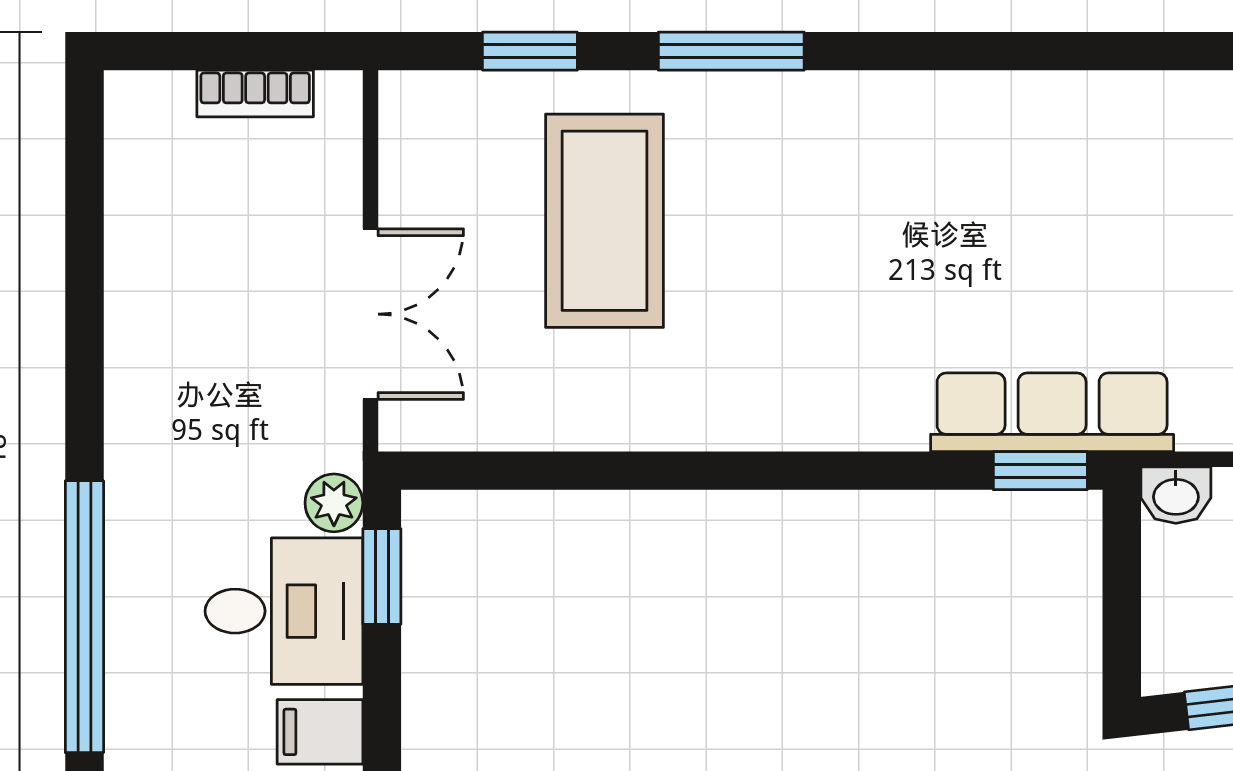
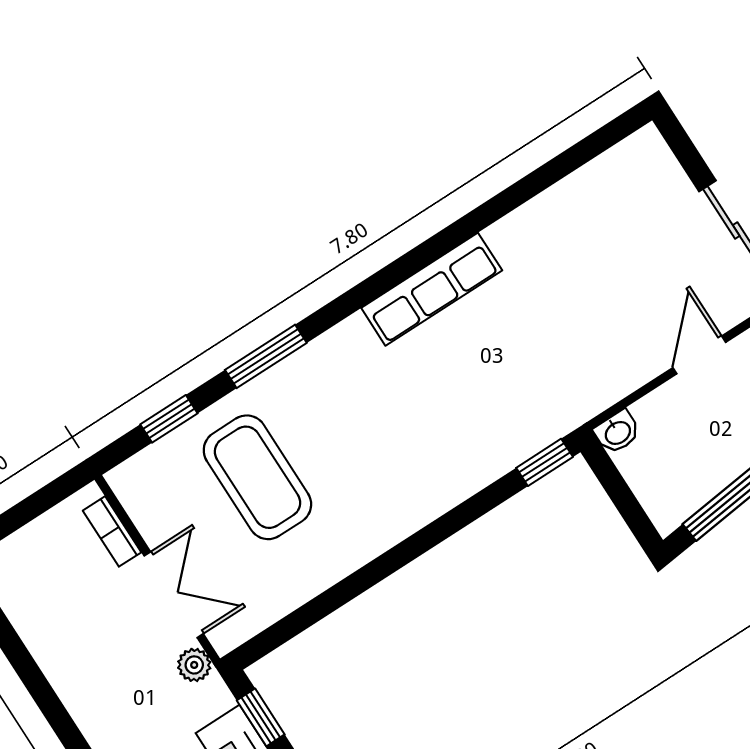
bookcase: (255, 94) -> (112, 531), moved, turned 90
row of seats: (1052, 412) -> (432, 289), moved, turned 180
plant: (334, 503) -> (194, 665), moved

